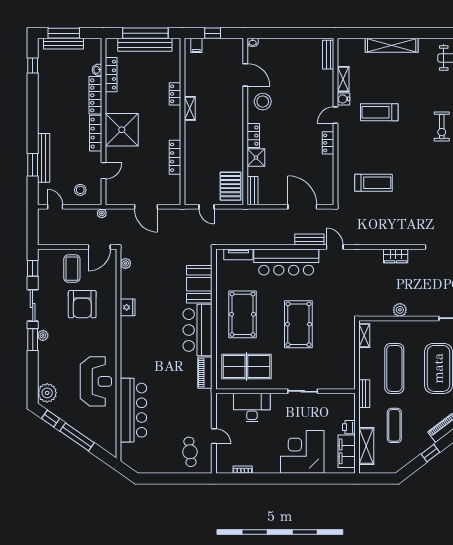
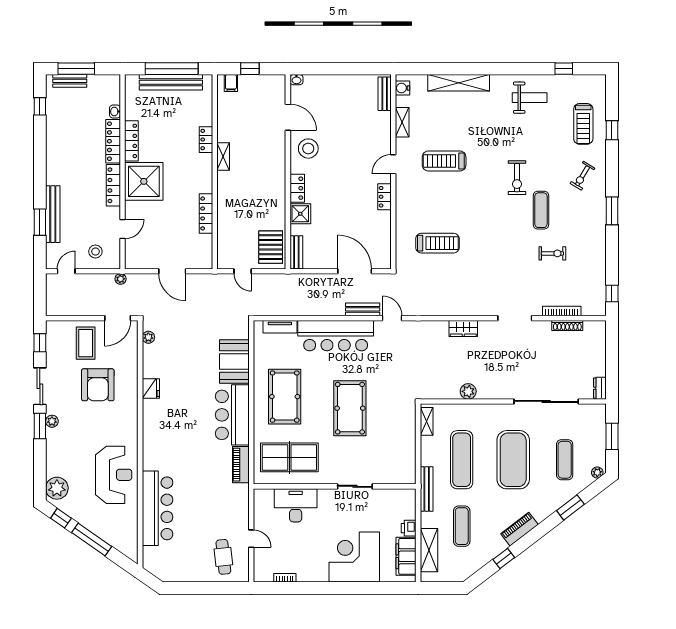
bench: (63, 44) -> (70, 81), width x0.73
locker: (111, 75) -> (131, 141), moved
water cooler: (344, 99) -> (403, 88), moved
door: (55, 207) -> (66, 271), hinge flipped
bench: (364, 394) -> (427, 489), width x1.36

